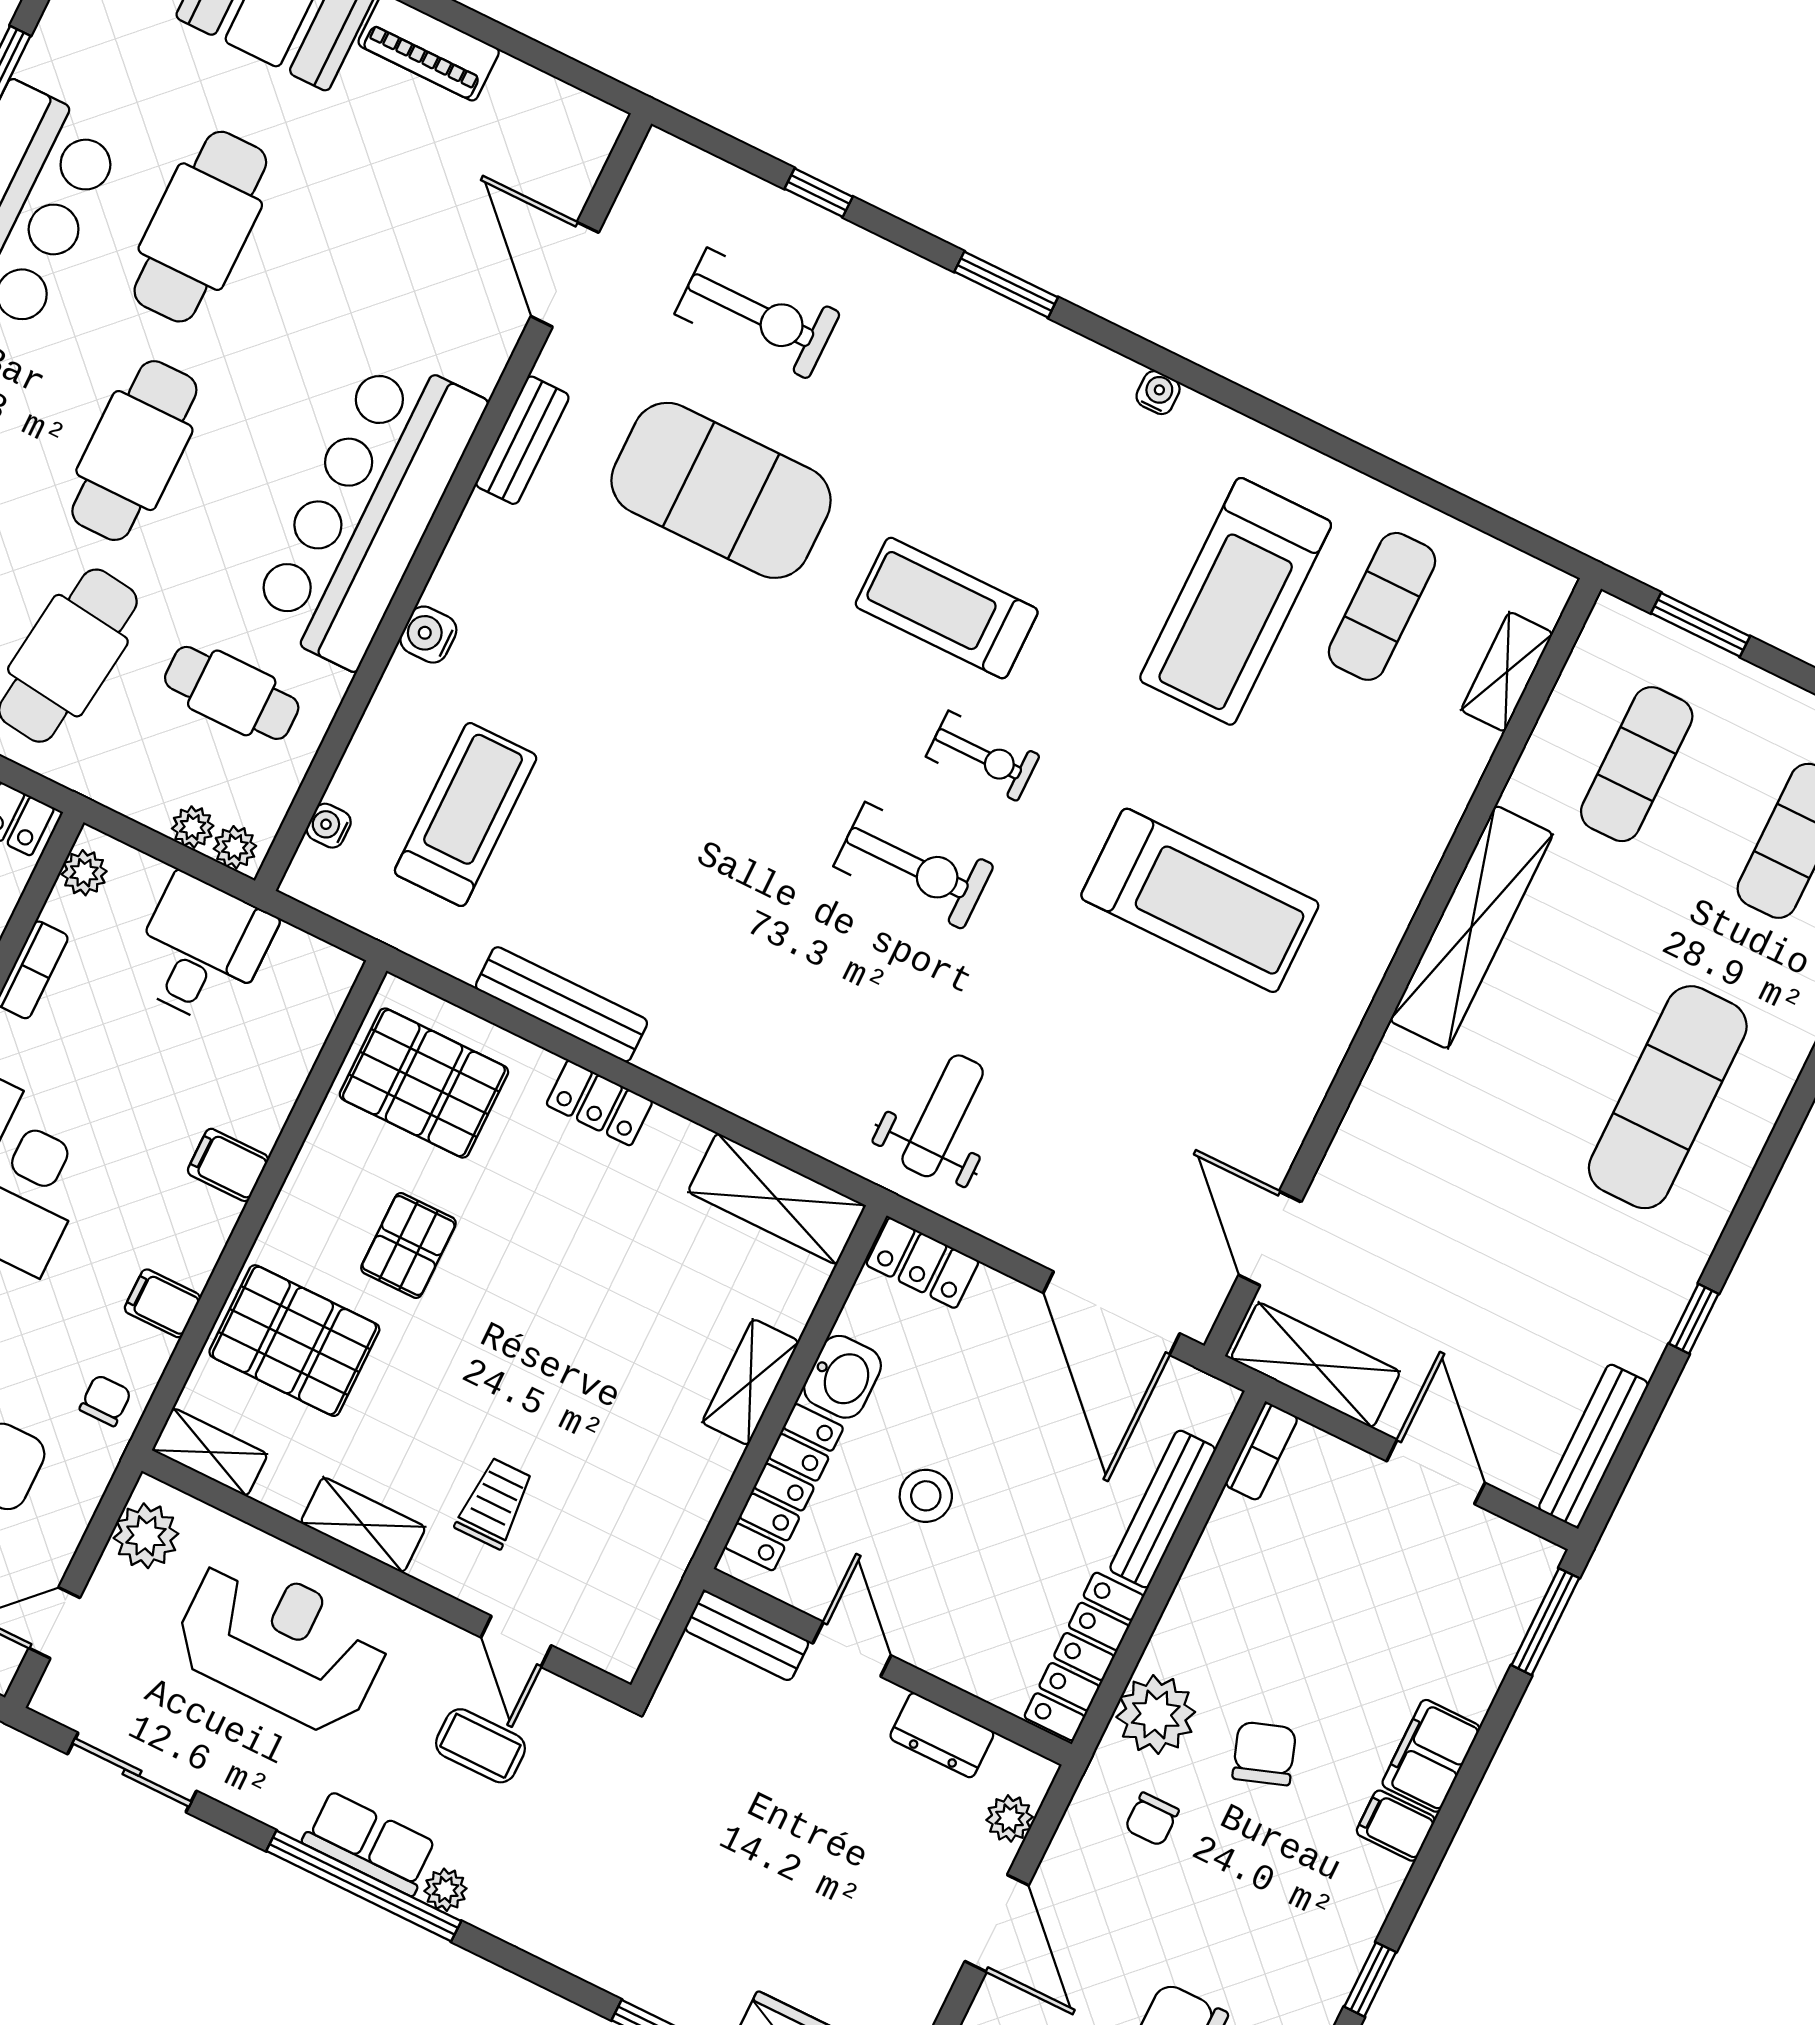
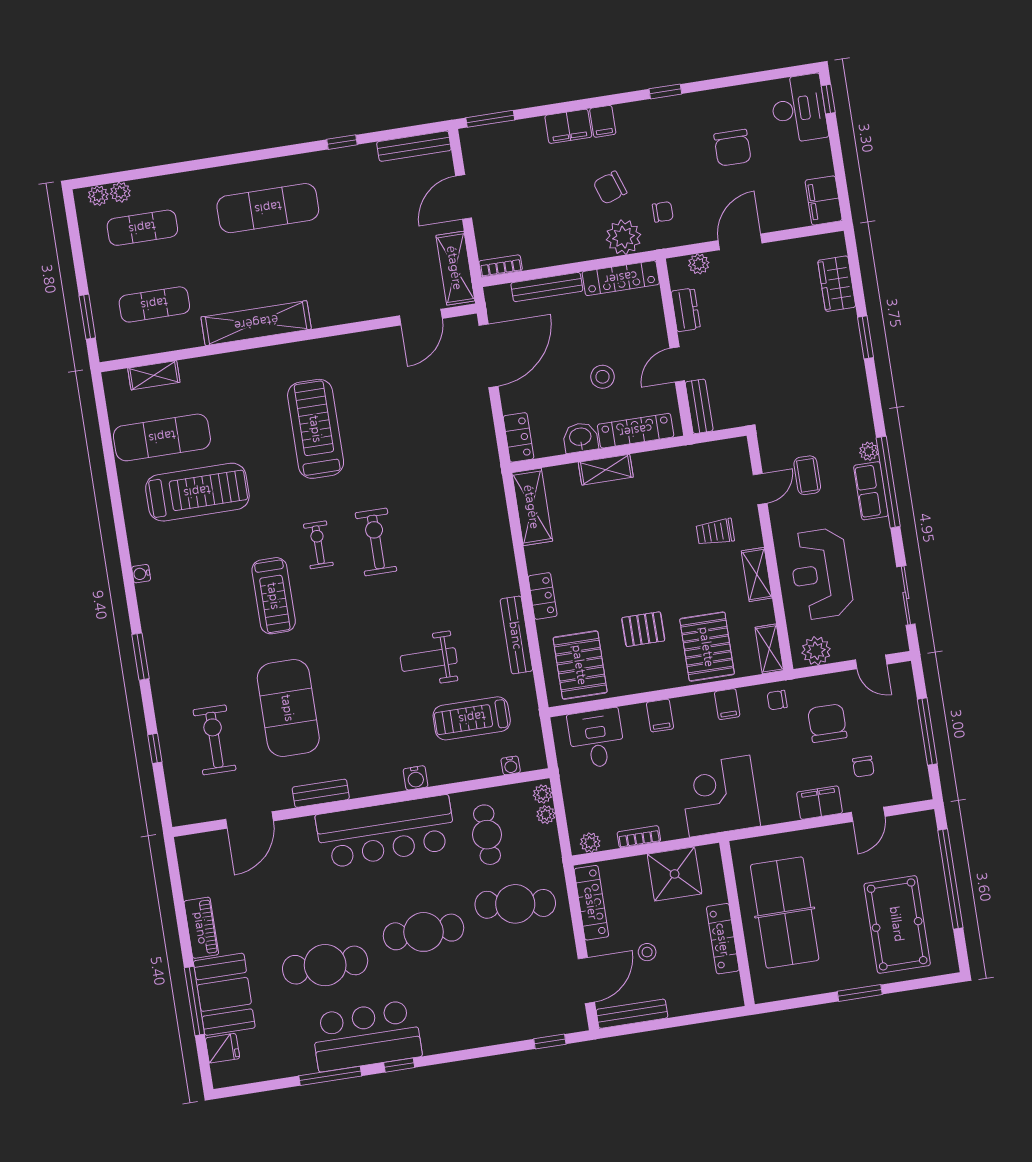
exercise mat: (1382, 606) -> (162, 437), width x1.36, depth x1.45
desk: (201, 950) -> (596, 739), moved, turned 90
weight bench: (943, 1116) -> (429, 660), moved

